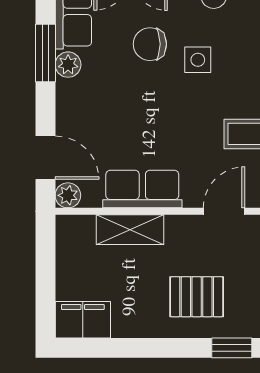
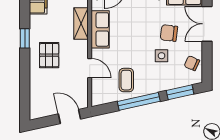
chair: (150, 44) -> (169, 33), turned -83
window: (232, 348) -> (25, 38), moved

